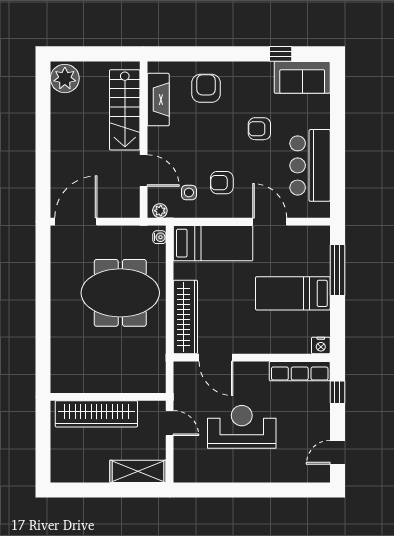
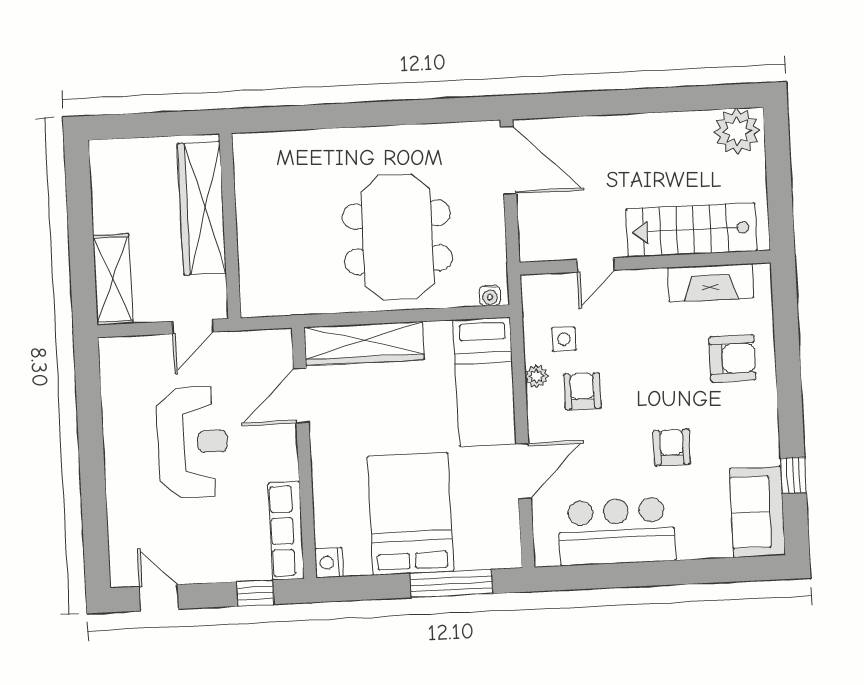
door: (144, 171) -> (596, 265), width x0.73
plant: (160, 211) -> (536, 376), moved
bed: (293, 293) -> (410, 514), width x1.50

